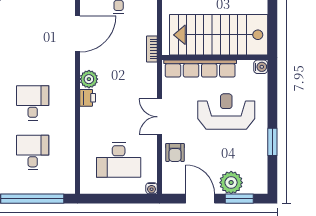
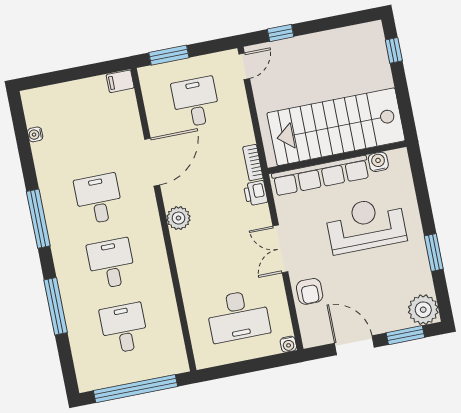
desk: (33, 53) -> (98, 199), added
water cooler: (261, 67) -> (378, 162), moved, turned -90
printer: (88, 98) -> (256, 193), moved, turned 180
plant: (231, 183) -> (423, 310), moved

